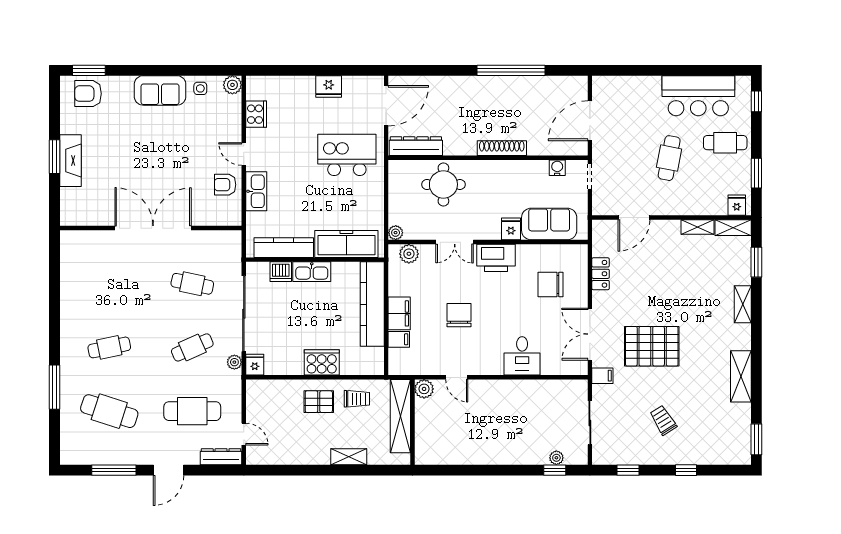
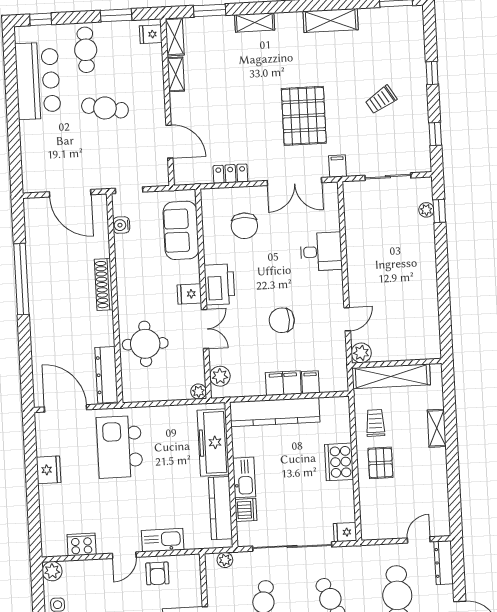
fridge: (511, 229) -> (189, 294), moved
plant: (234, 362) -> (225, 560), moved

